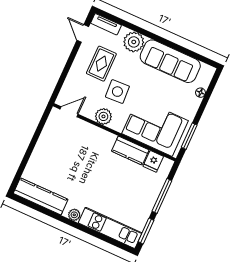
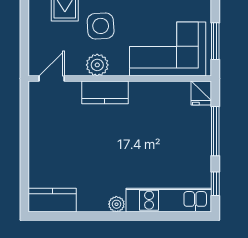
kitchen counter: (130, 151) -> (105, 92), moved
fridge: (153, 161) -> (201, 93), moved
kitchen counter: (41, 196) -> (52, 200), width x0.67
window: (146, 231) -> (215, 184), width x0.67

